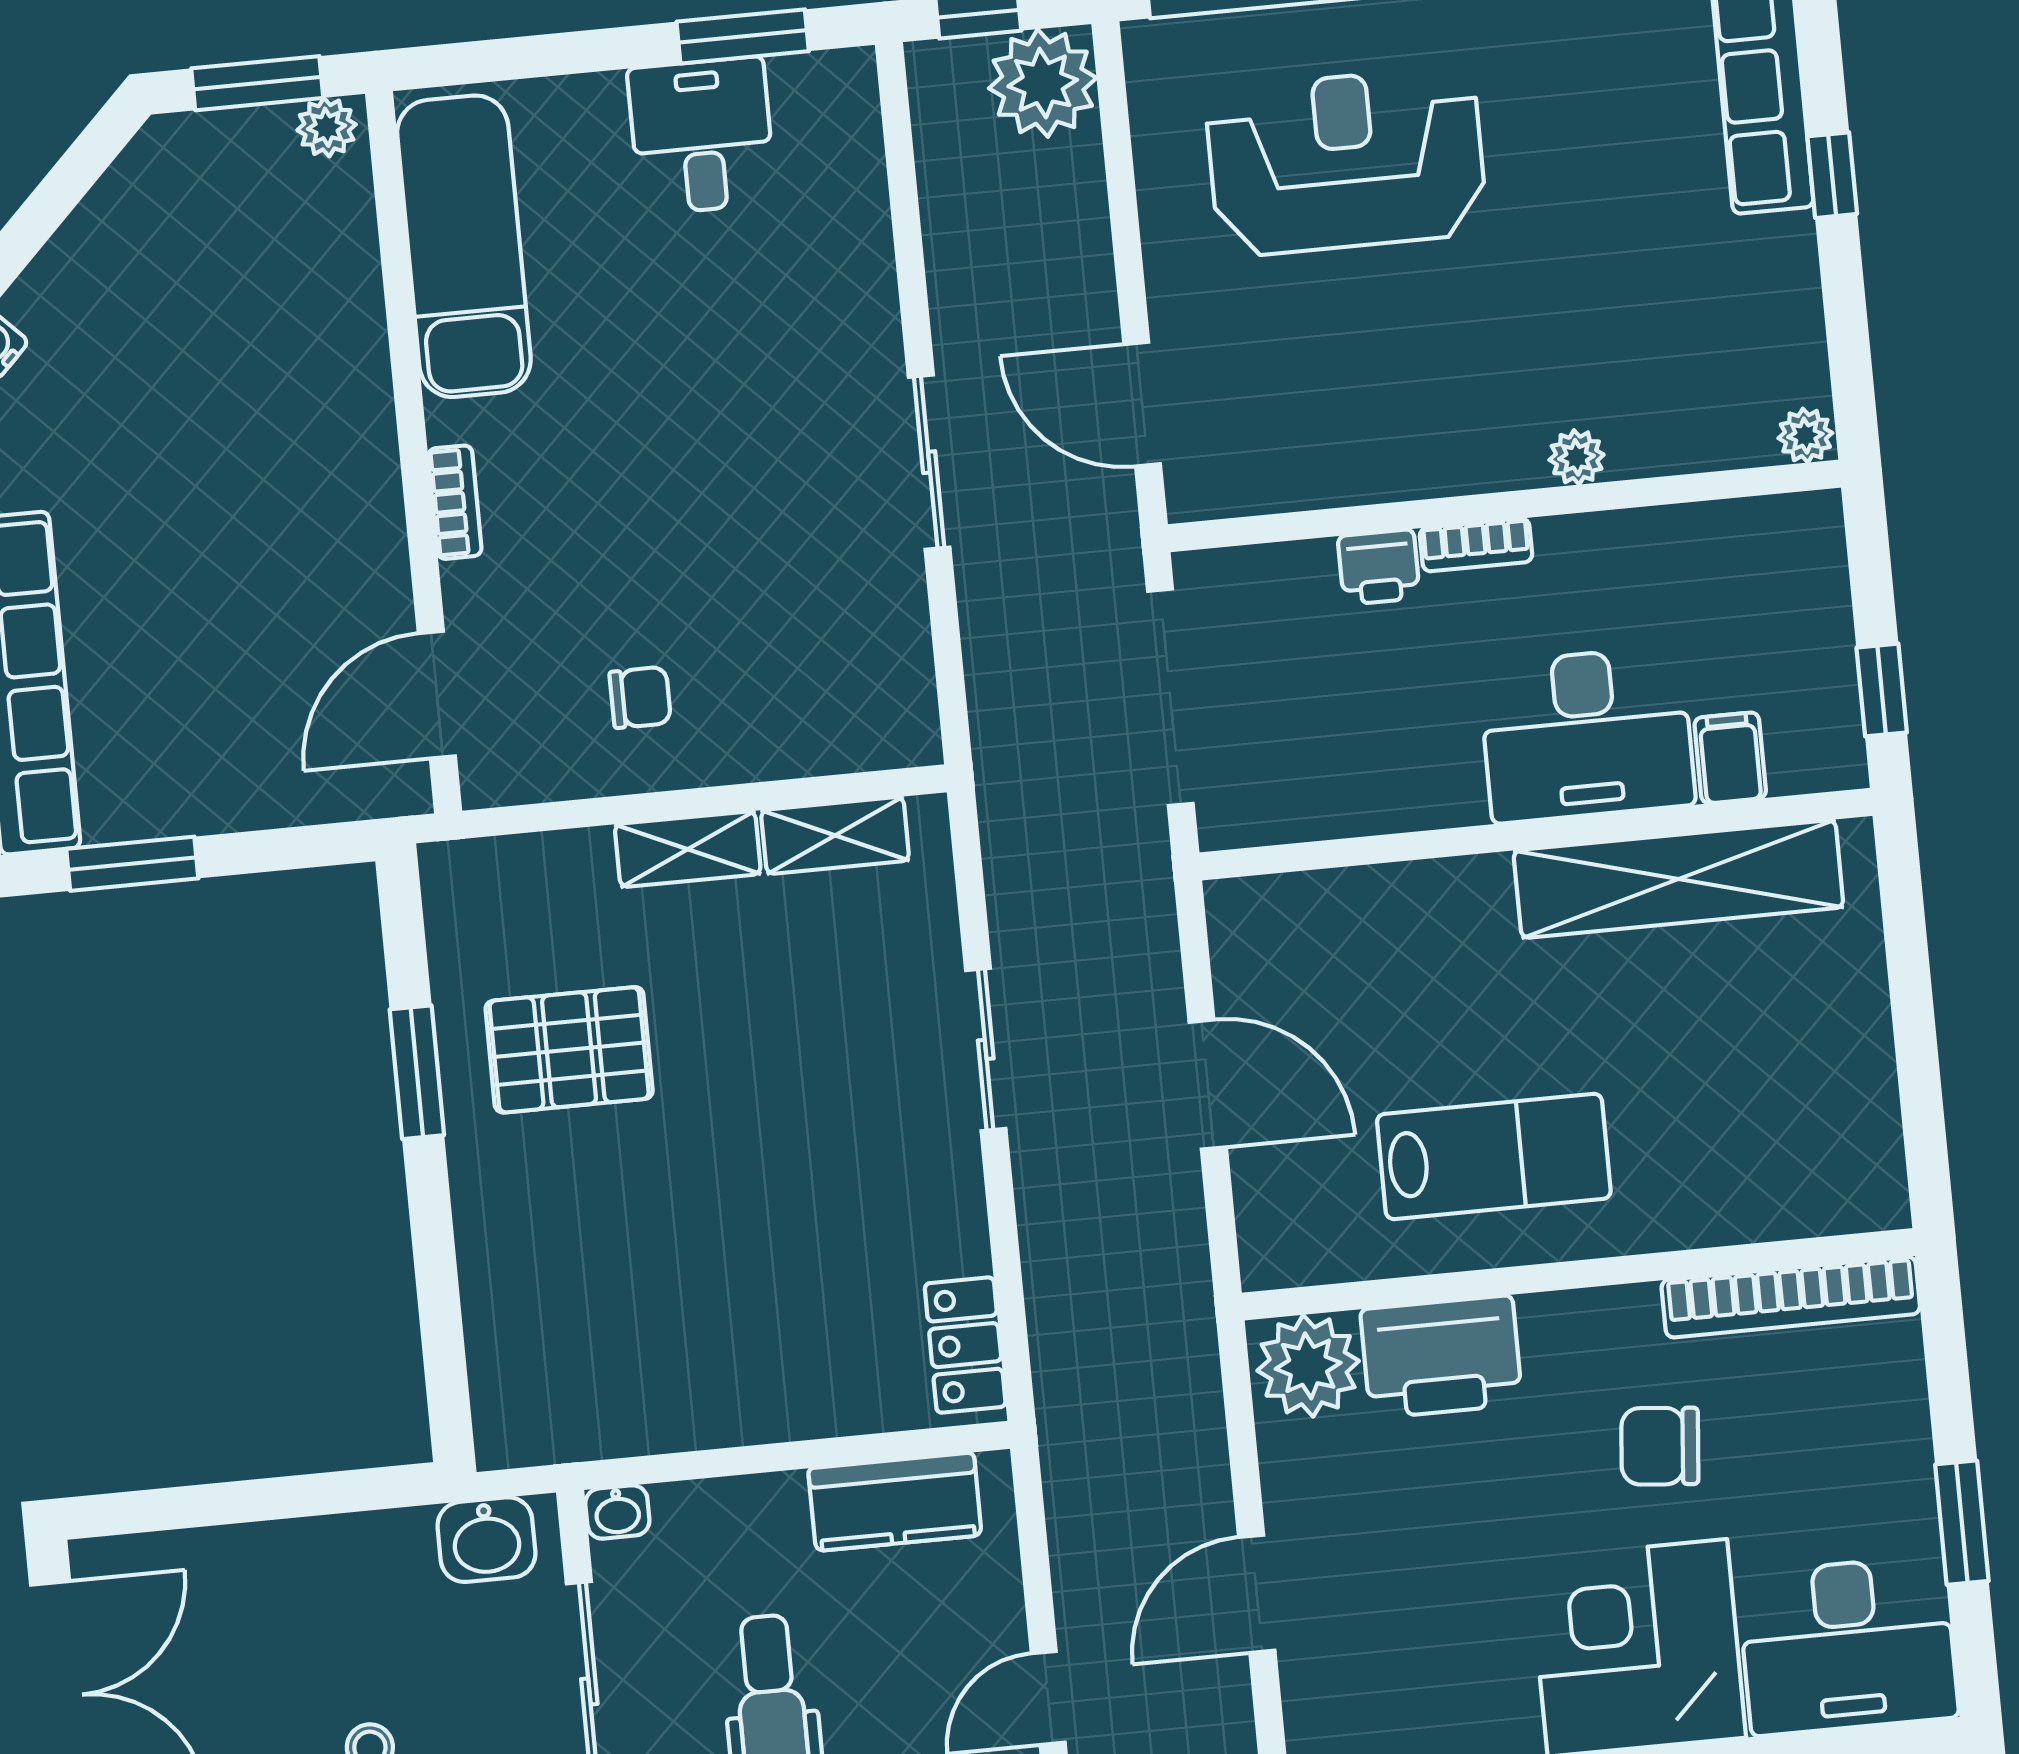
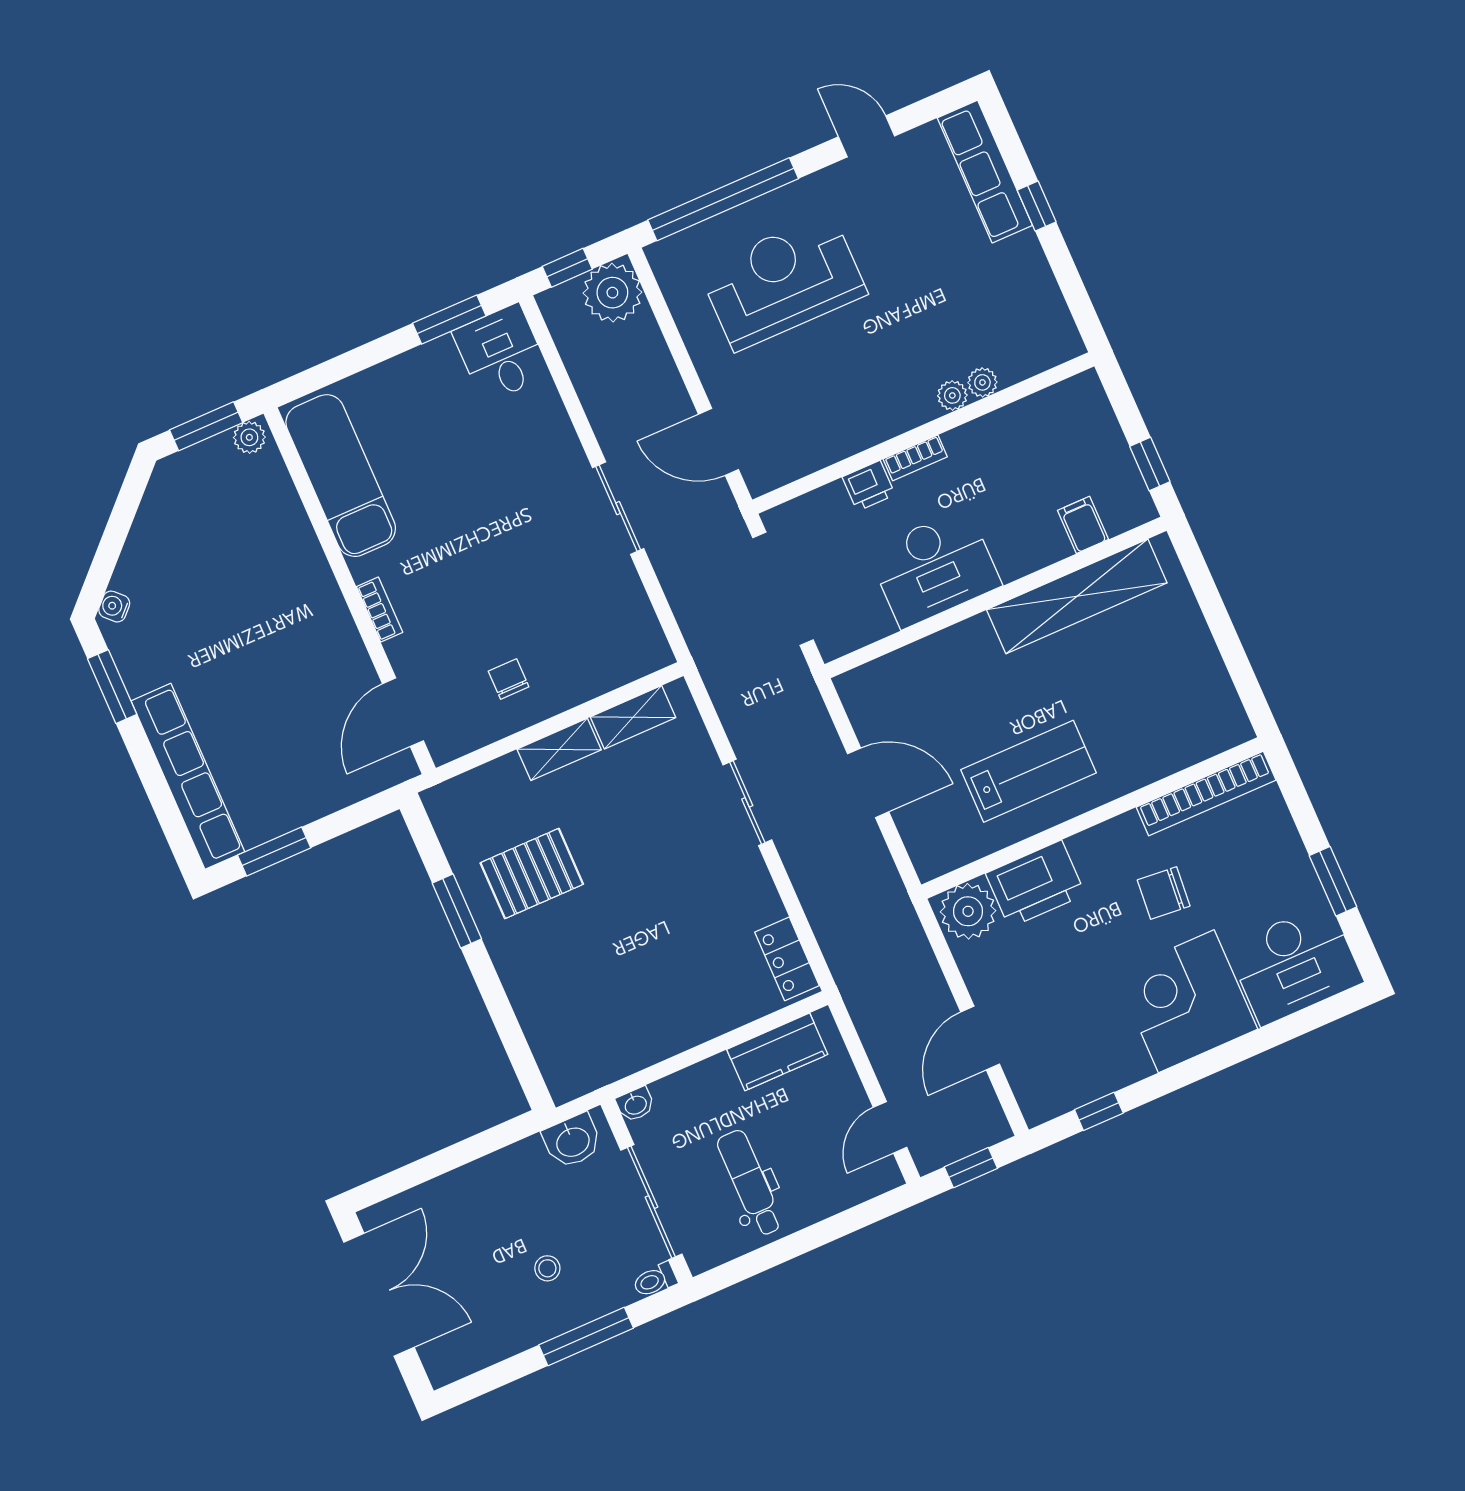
desk: (702, 136) -> (501, 353), moved
plant: (1805, 436) -> (982, 382), moved
chair: (640, 697) -> (509, 679), turned -90
desk: (1587, 734) -> (934, 568), moved

